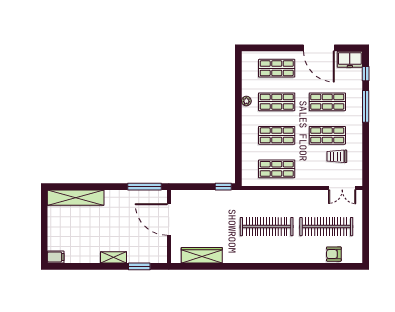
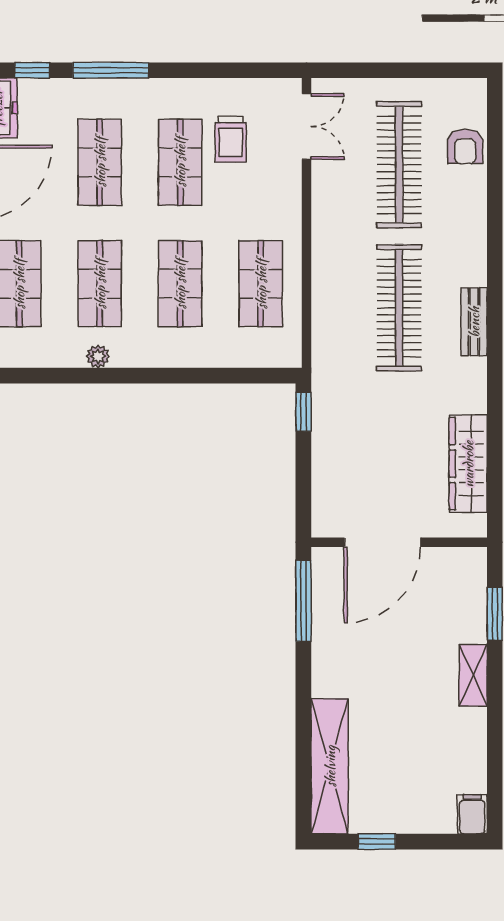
window: (44, 217) -> (377, 842), added
bench: (261, 258) -> (474, 322), added

